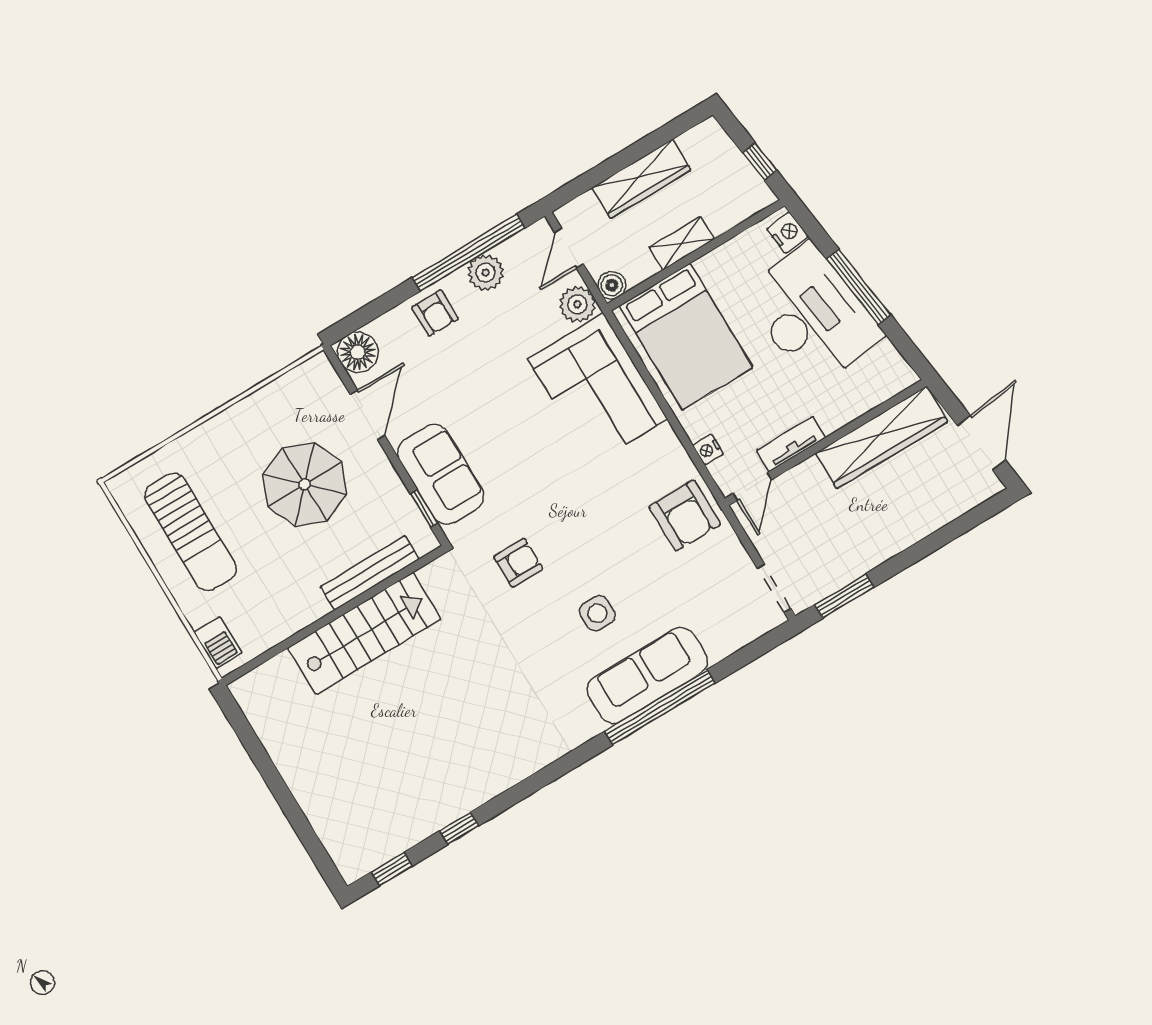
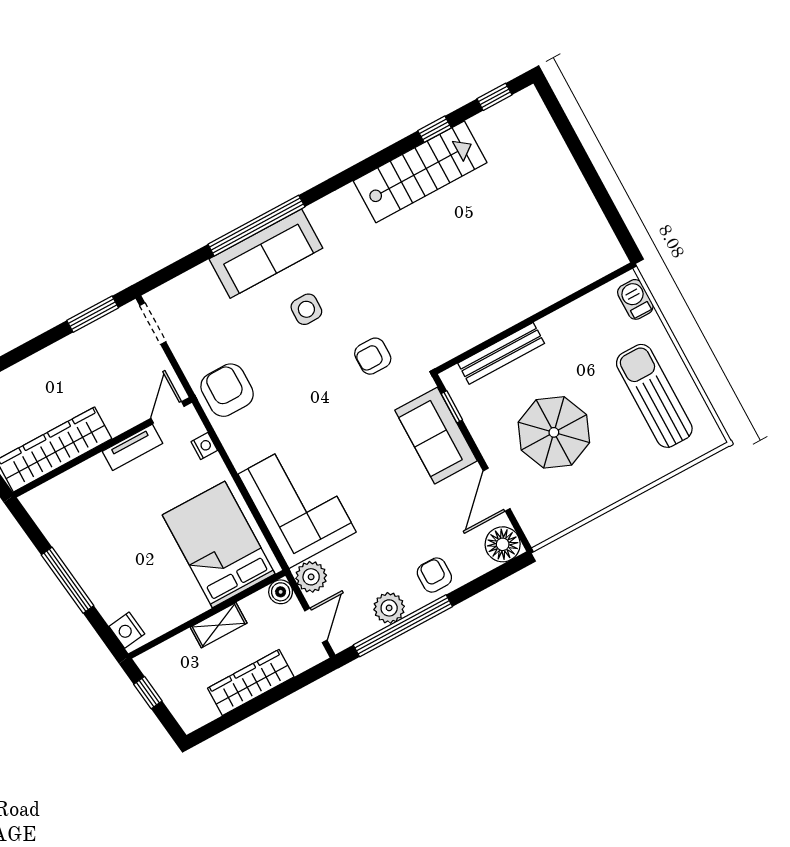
desk: (812, 315) -> (109, 558), removed
stairs: (364, 633) -> (420, 172), moved, turned 180

